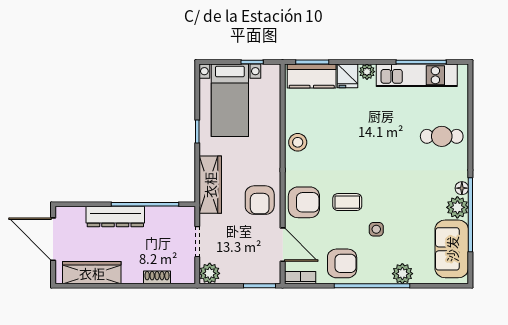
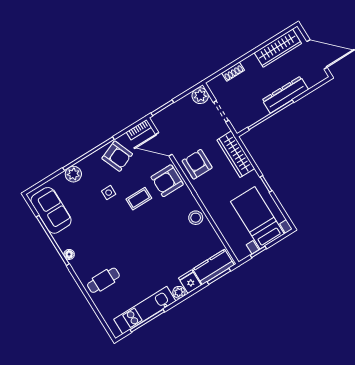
plant: (457, 207) -> (64, 240), removed
armchair: (342, 263) -> (117, 156), turned -112

